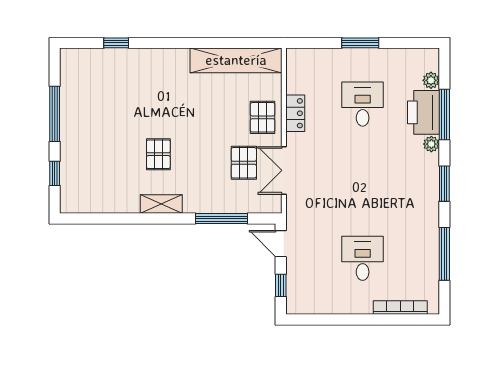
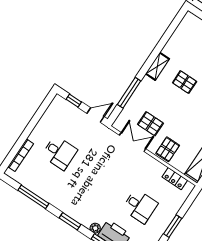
locker: (295, 113) -> (175, 179), moved
pallet: (263, 117) -> (168, 149), turned 90

